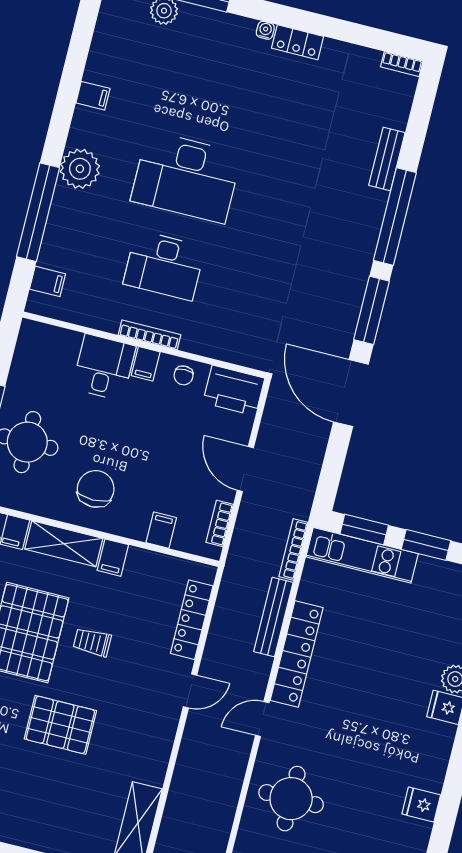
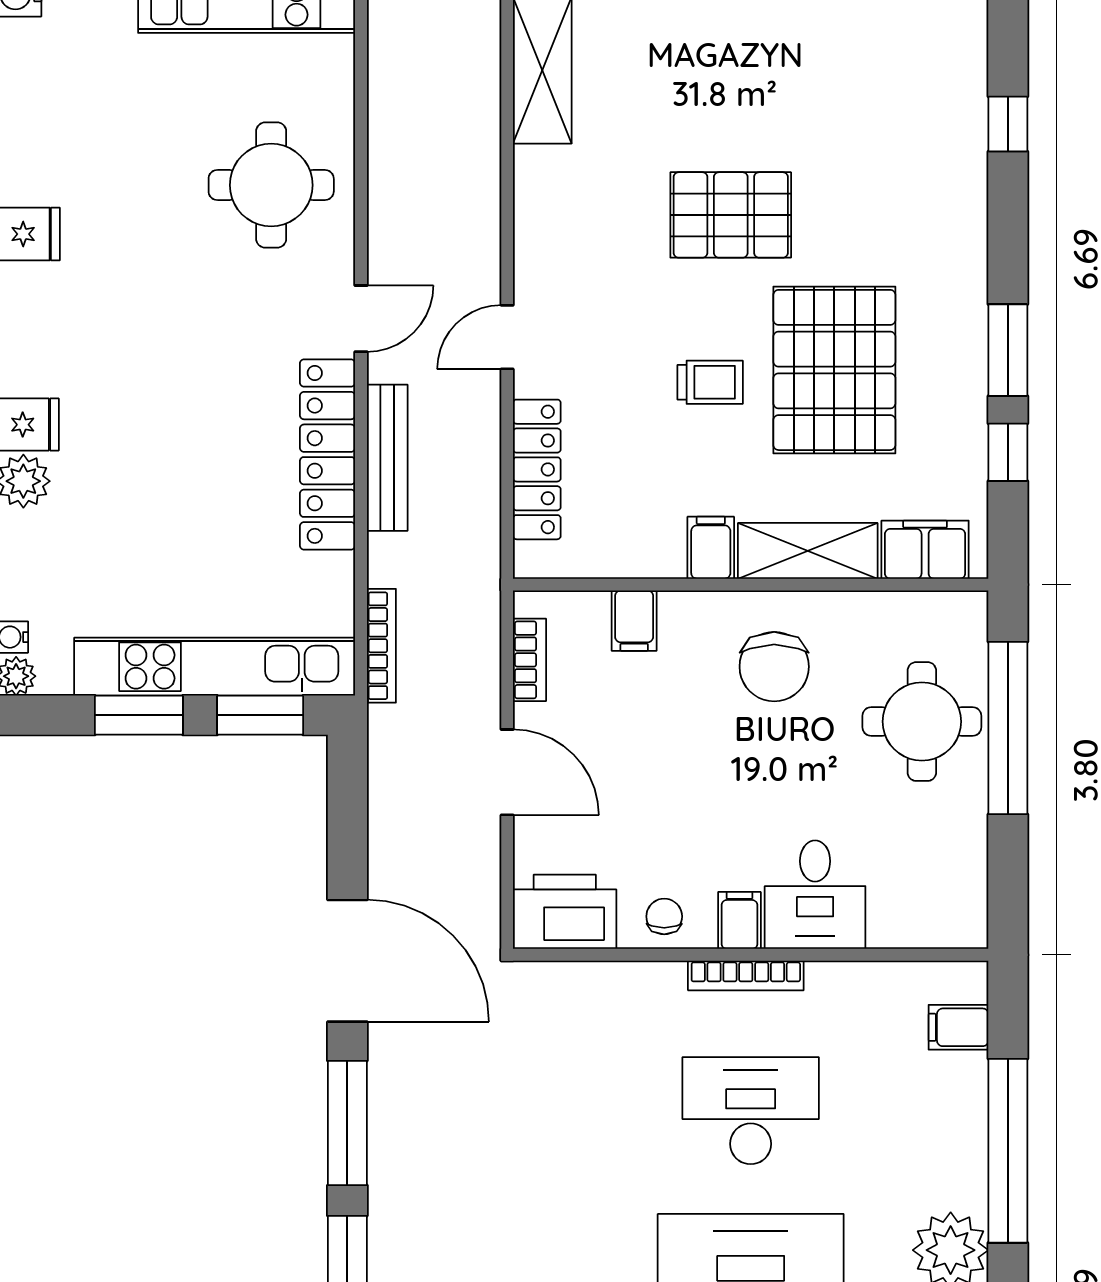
kitchen unit: (362, 555) -> (215, 667), width x1.36
bench: (273, 617) -> (387, 458), moved

